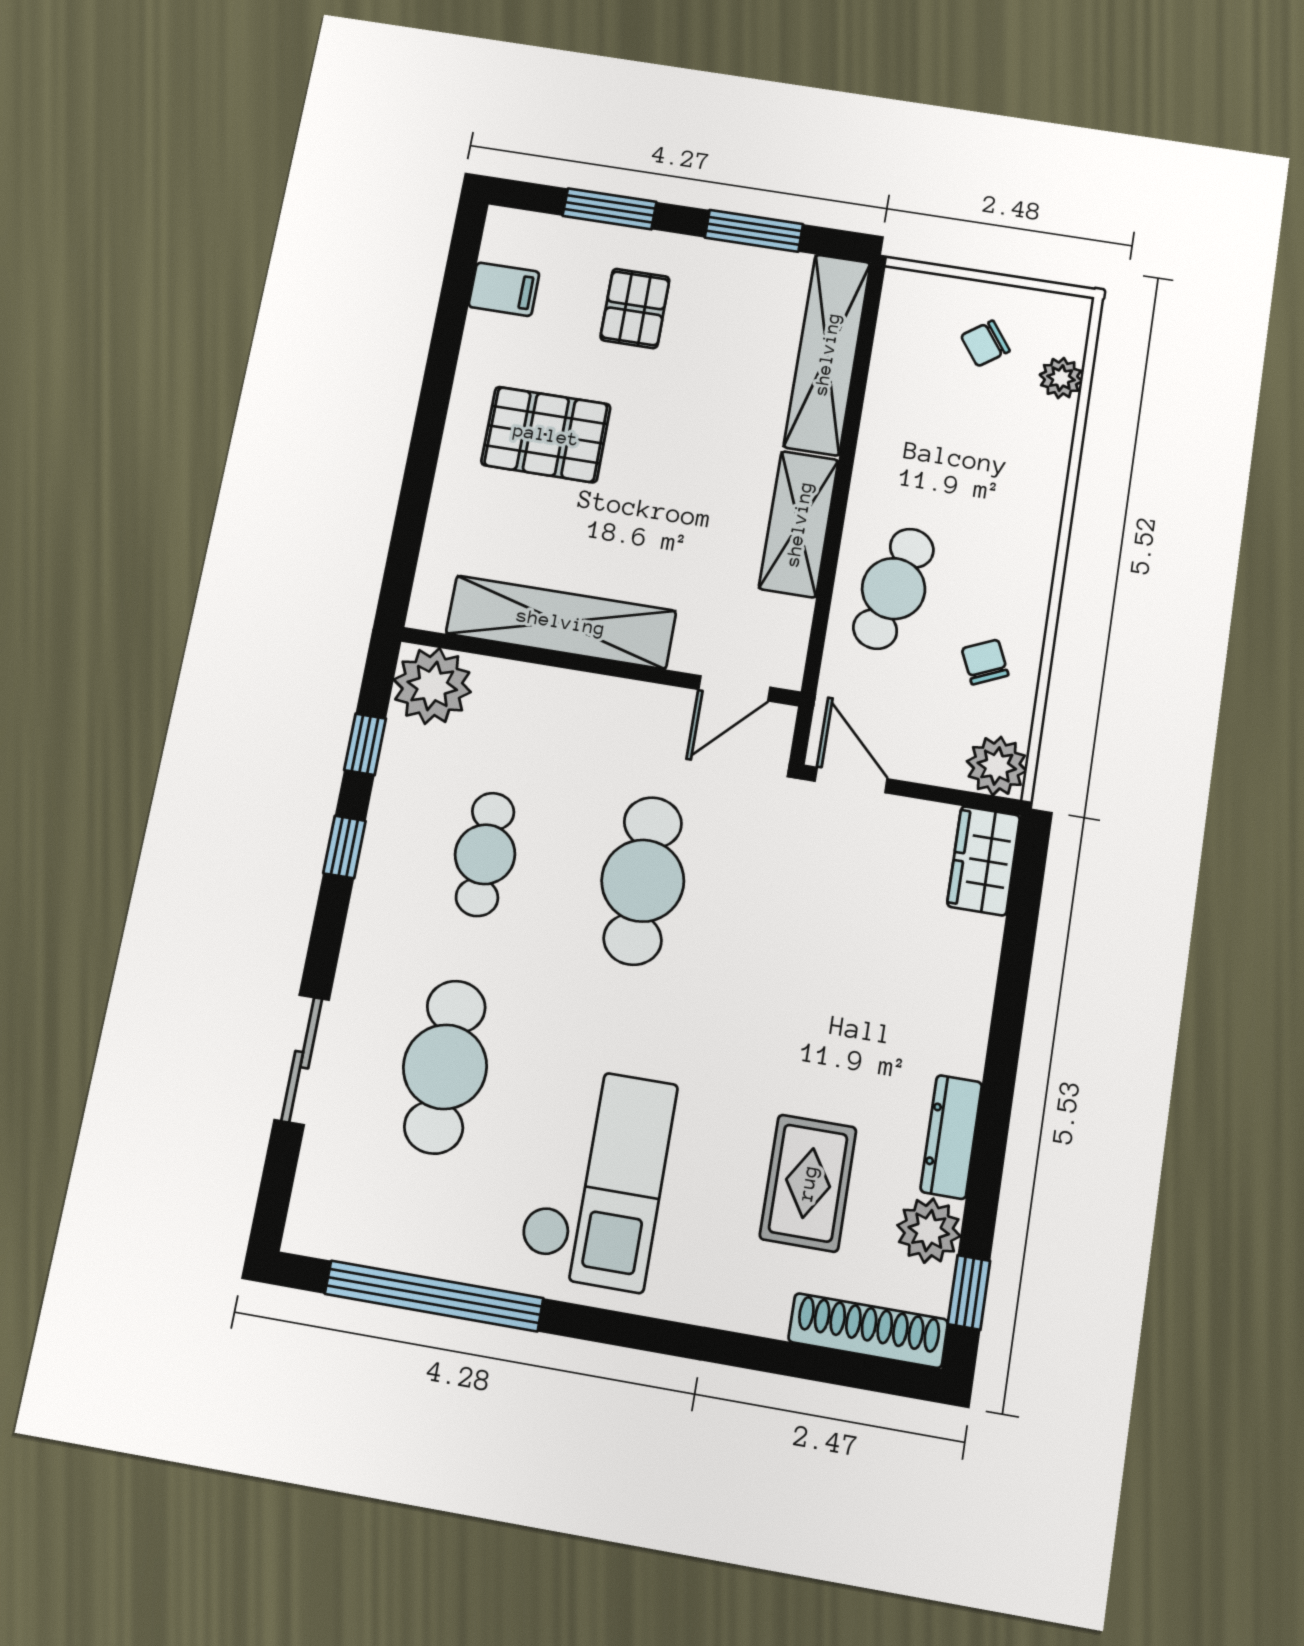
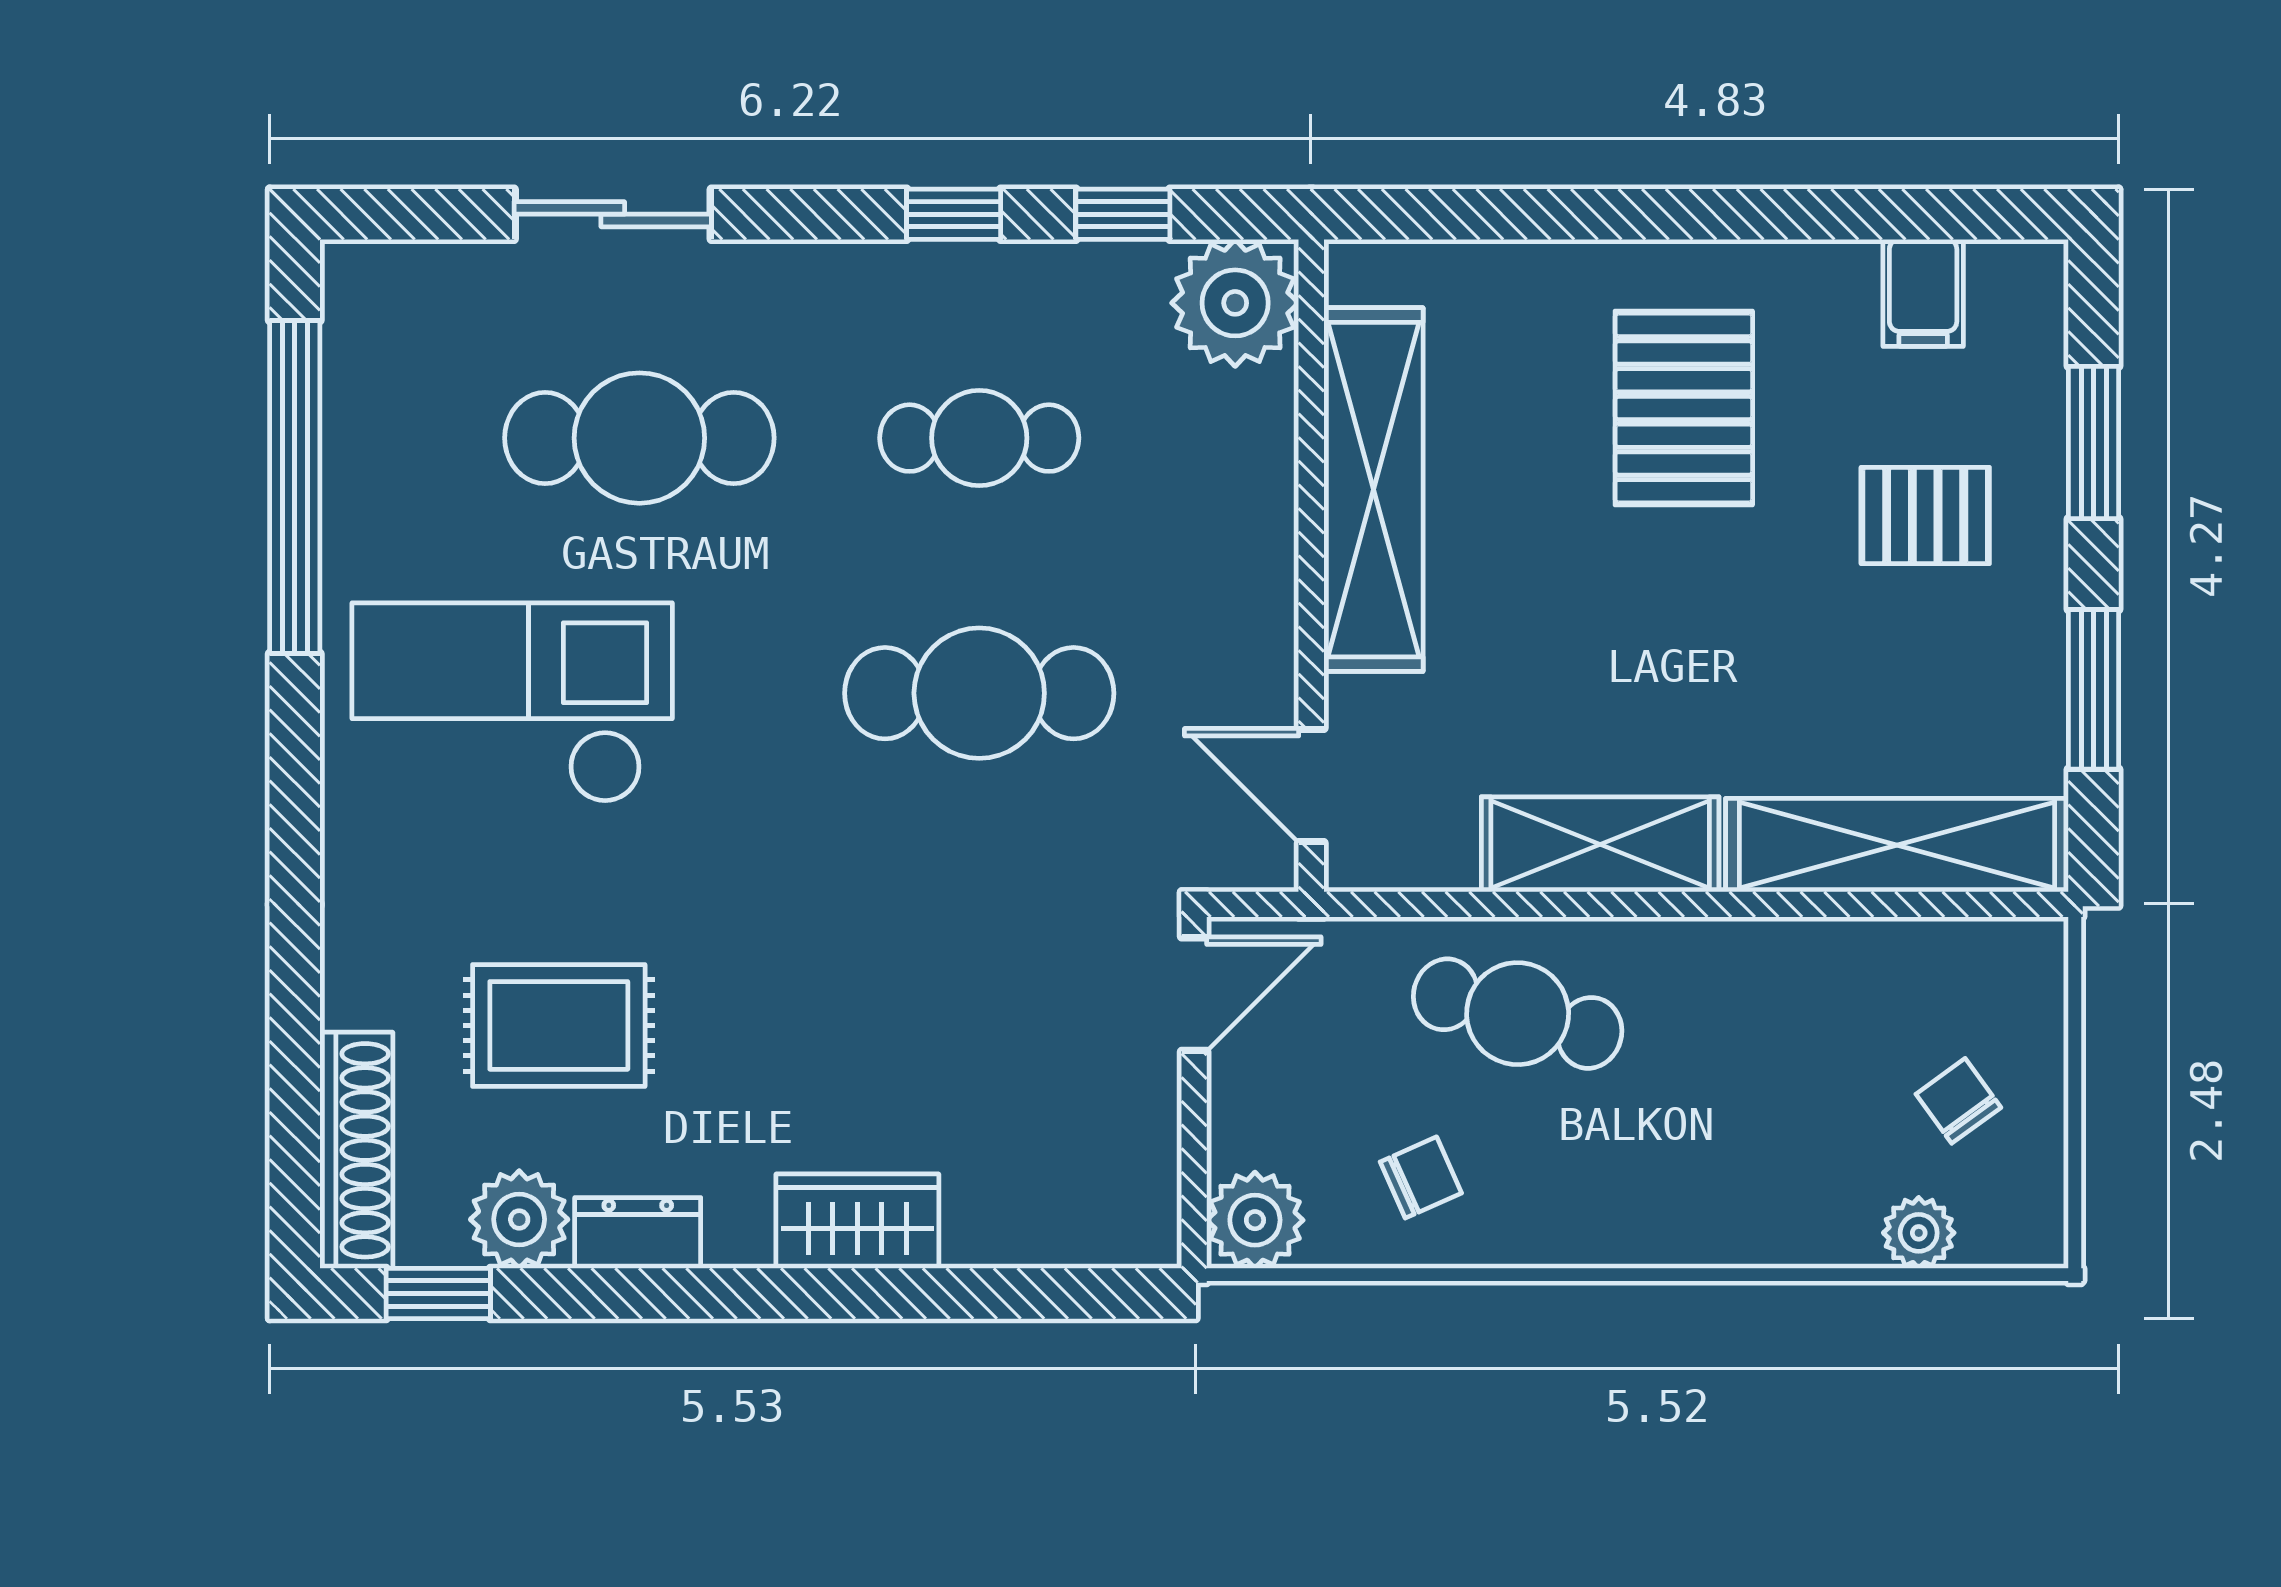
wardrobe: (984, 861) -> (857, 1221), moved
dresser: (951, 1137) -> (638, 1233), width x0.70
checkout: (597, 1178) -> (512, 703), turned 180

